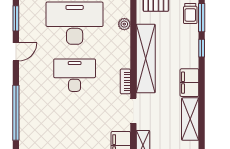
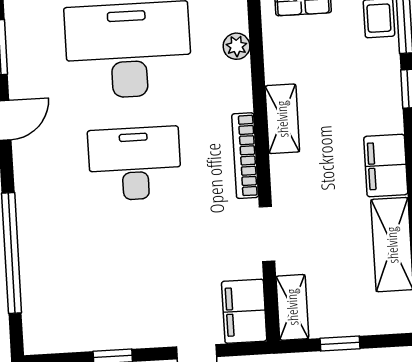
shelving: (146, 59) -> (282, 119), width x0.45, depth x0.75
bookcase: (125, 81) -> (245, 156), width x1.56

